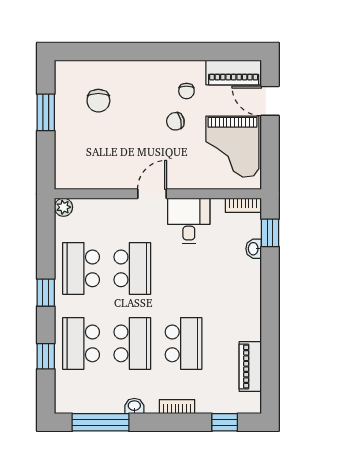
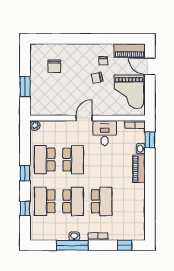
window: (46, 112) -> (25, 86), moved
piano: (250, 366) -> (139, 169), moved
window: (100, 422) -> (72, 245), moved

